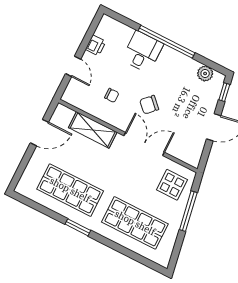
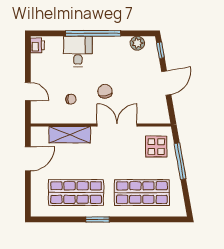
printer: (96, 45) -> (37, 45), moved
chair: (149, 105) -> (105, 91), turned 126

